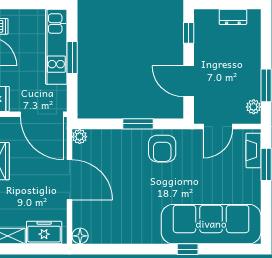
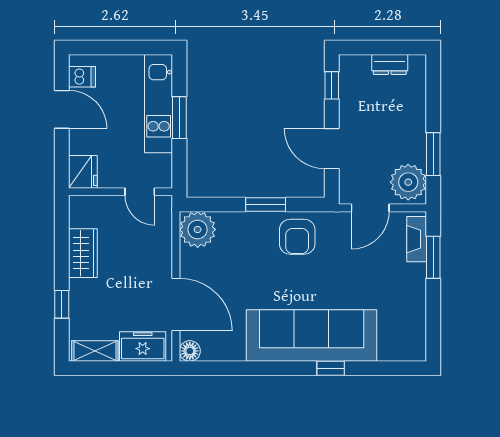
plant: (254, 107) -> (408, 182), width x1.88, depth x1.88
door: (42, 114) -> (140, 192), width x0.53
plant: (80, 137) -> (198, 229), width x1.88, depth x1.88
door: (69, 180) -> (176, 304), moved
sofa: (211, 224) -> (312, 336), moved

